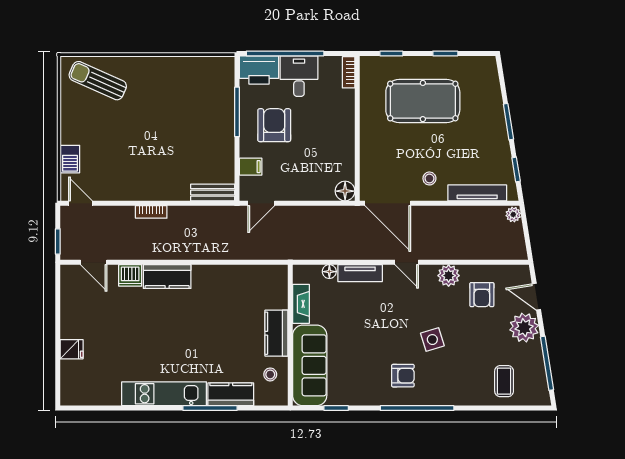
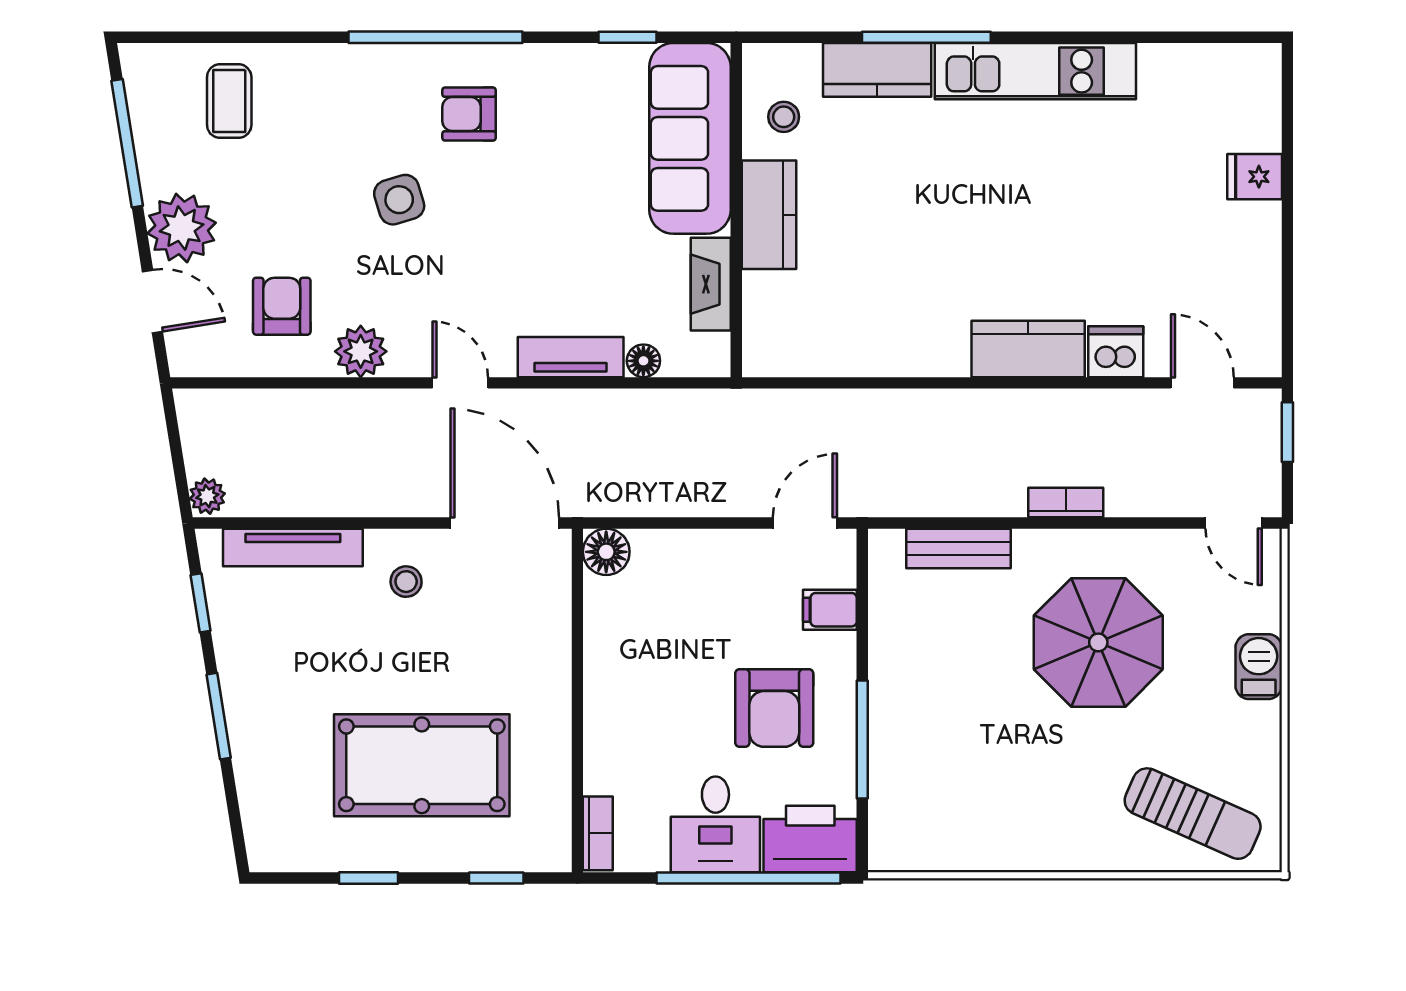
parasol: (138, 153) -> (1098, 642), added
barbecue: (70, 159) -> (1259, 667), moved
bench: (213, 192) -> (959, 548), moved

